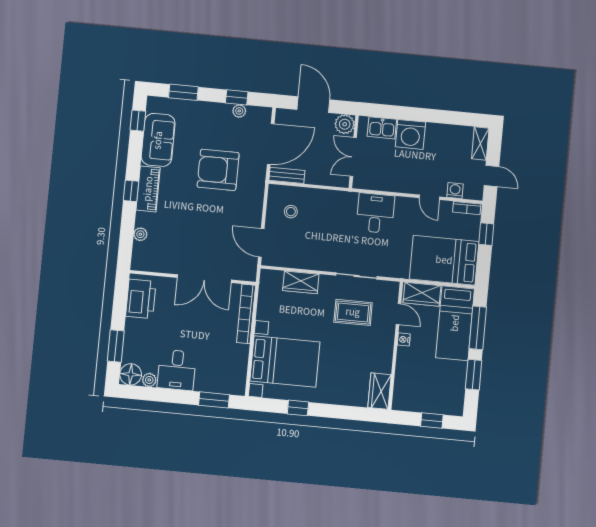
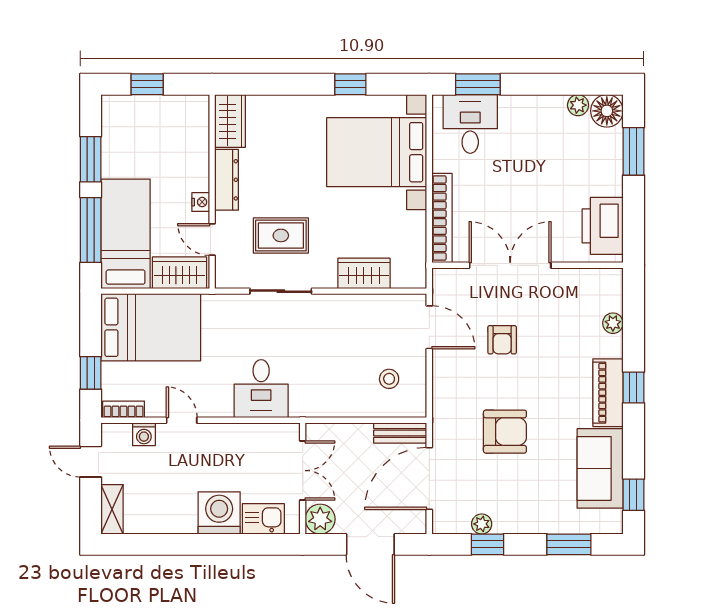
armchair: (218, 170) -> (505, 432), width x0.73, depth x0.73
armchair: (214, 230) -> (502, 340), added
dresser: (385, 353) -> (227, 180), added
desk: (177, 370) -> (470, 124), moved

